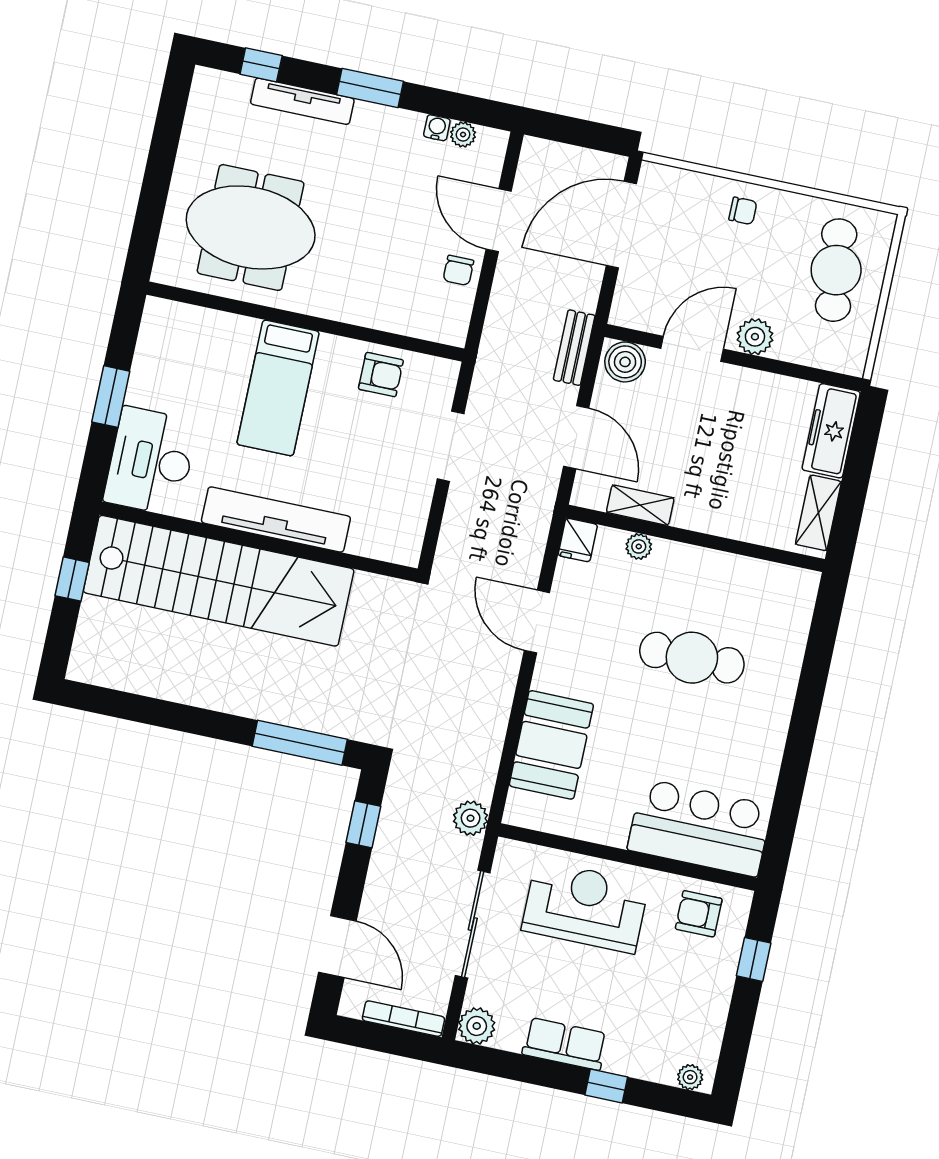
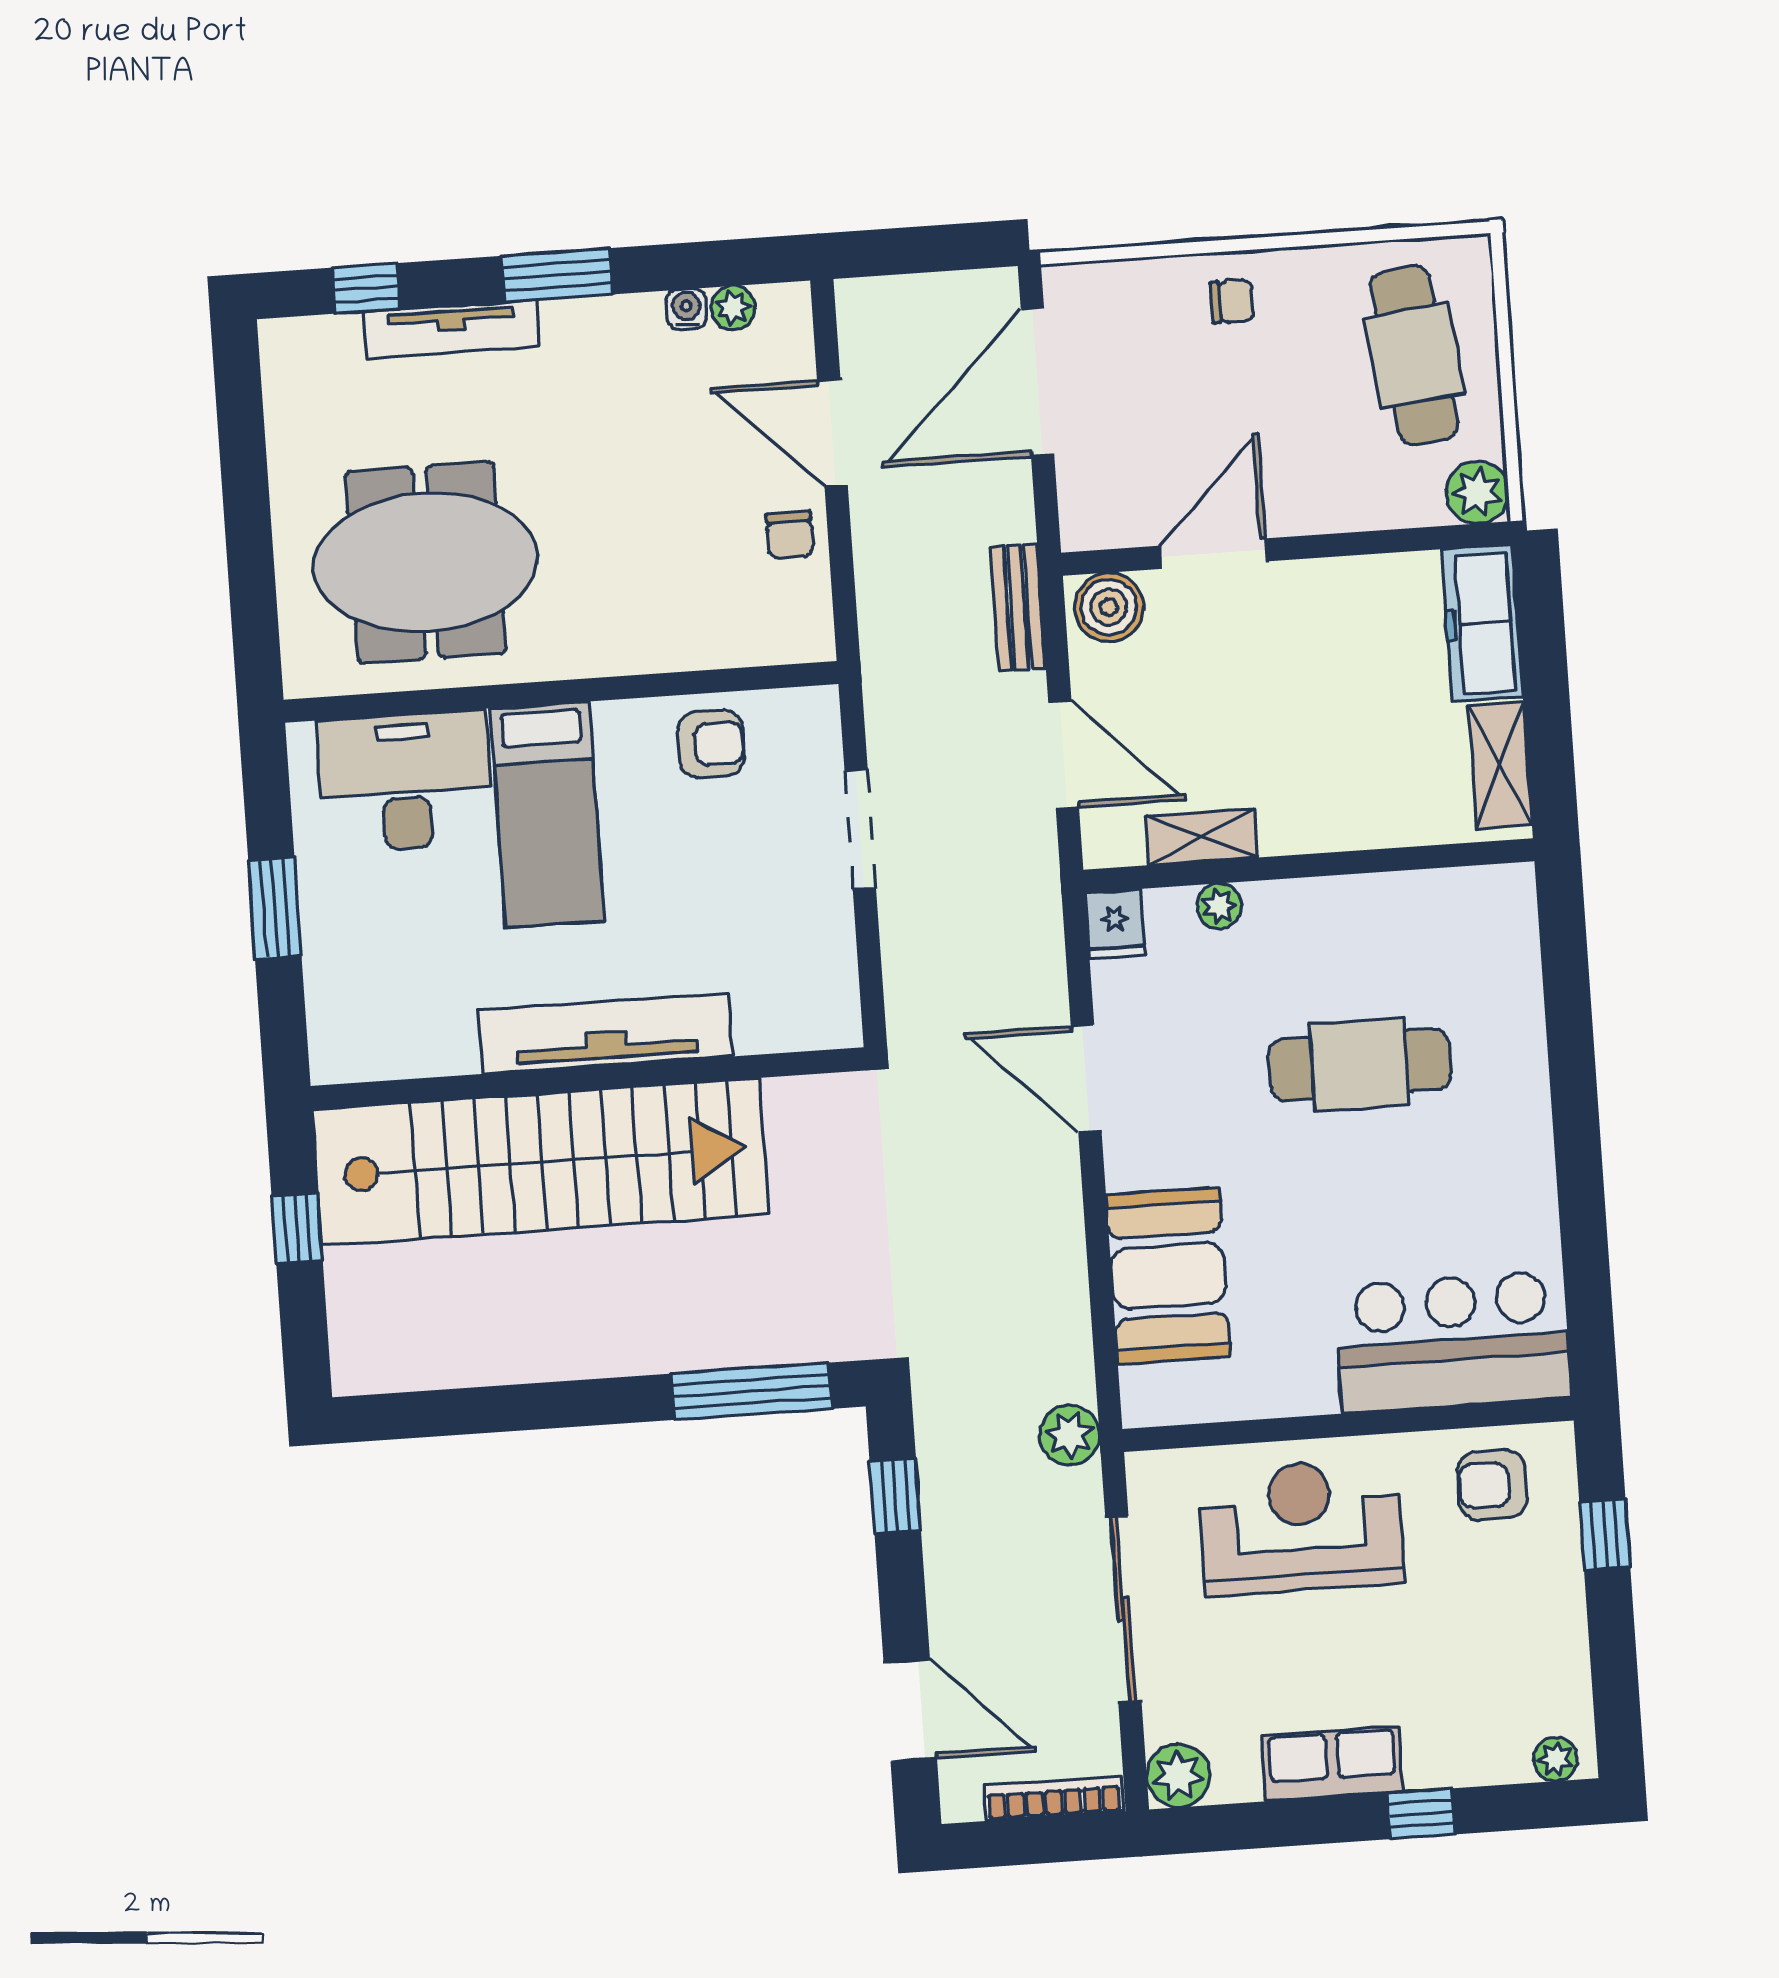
plant: (755, 337) -> (1477, 492), moved
desk: (151, 461) -> (405, 782), moved, turned 90

